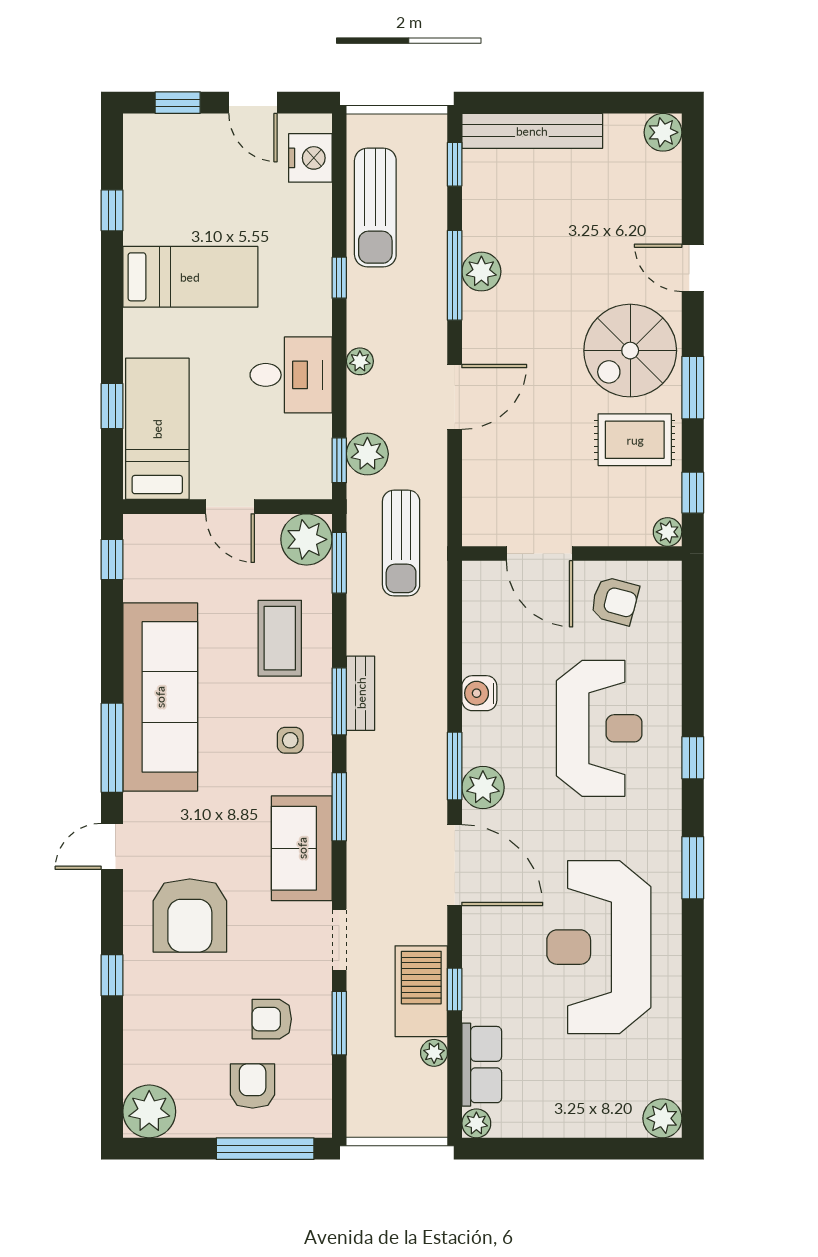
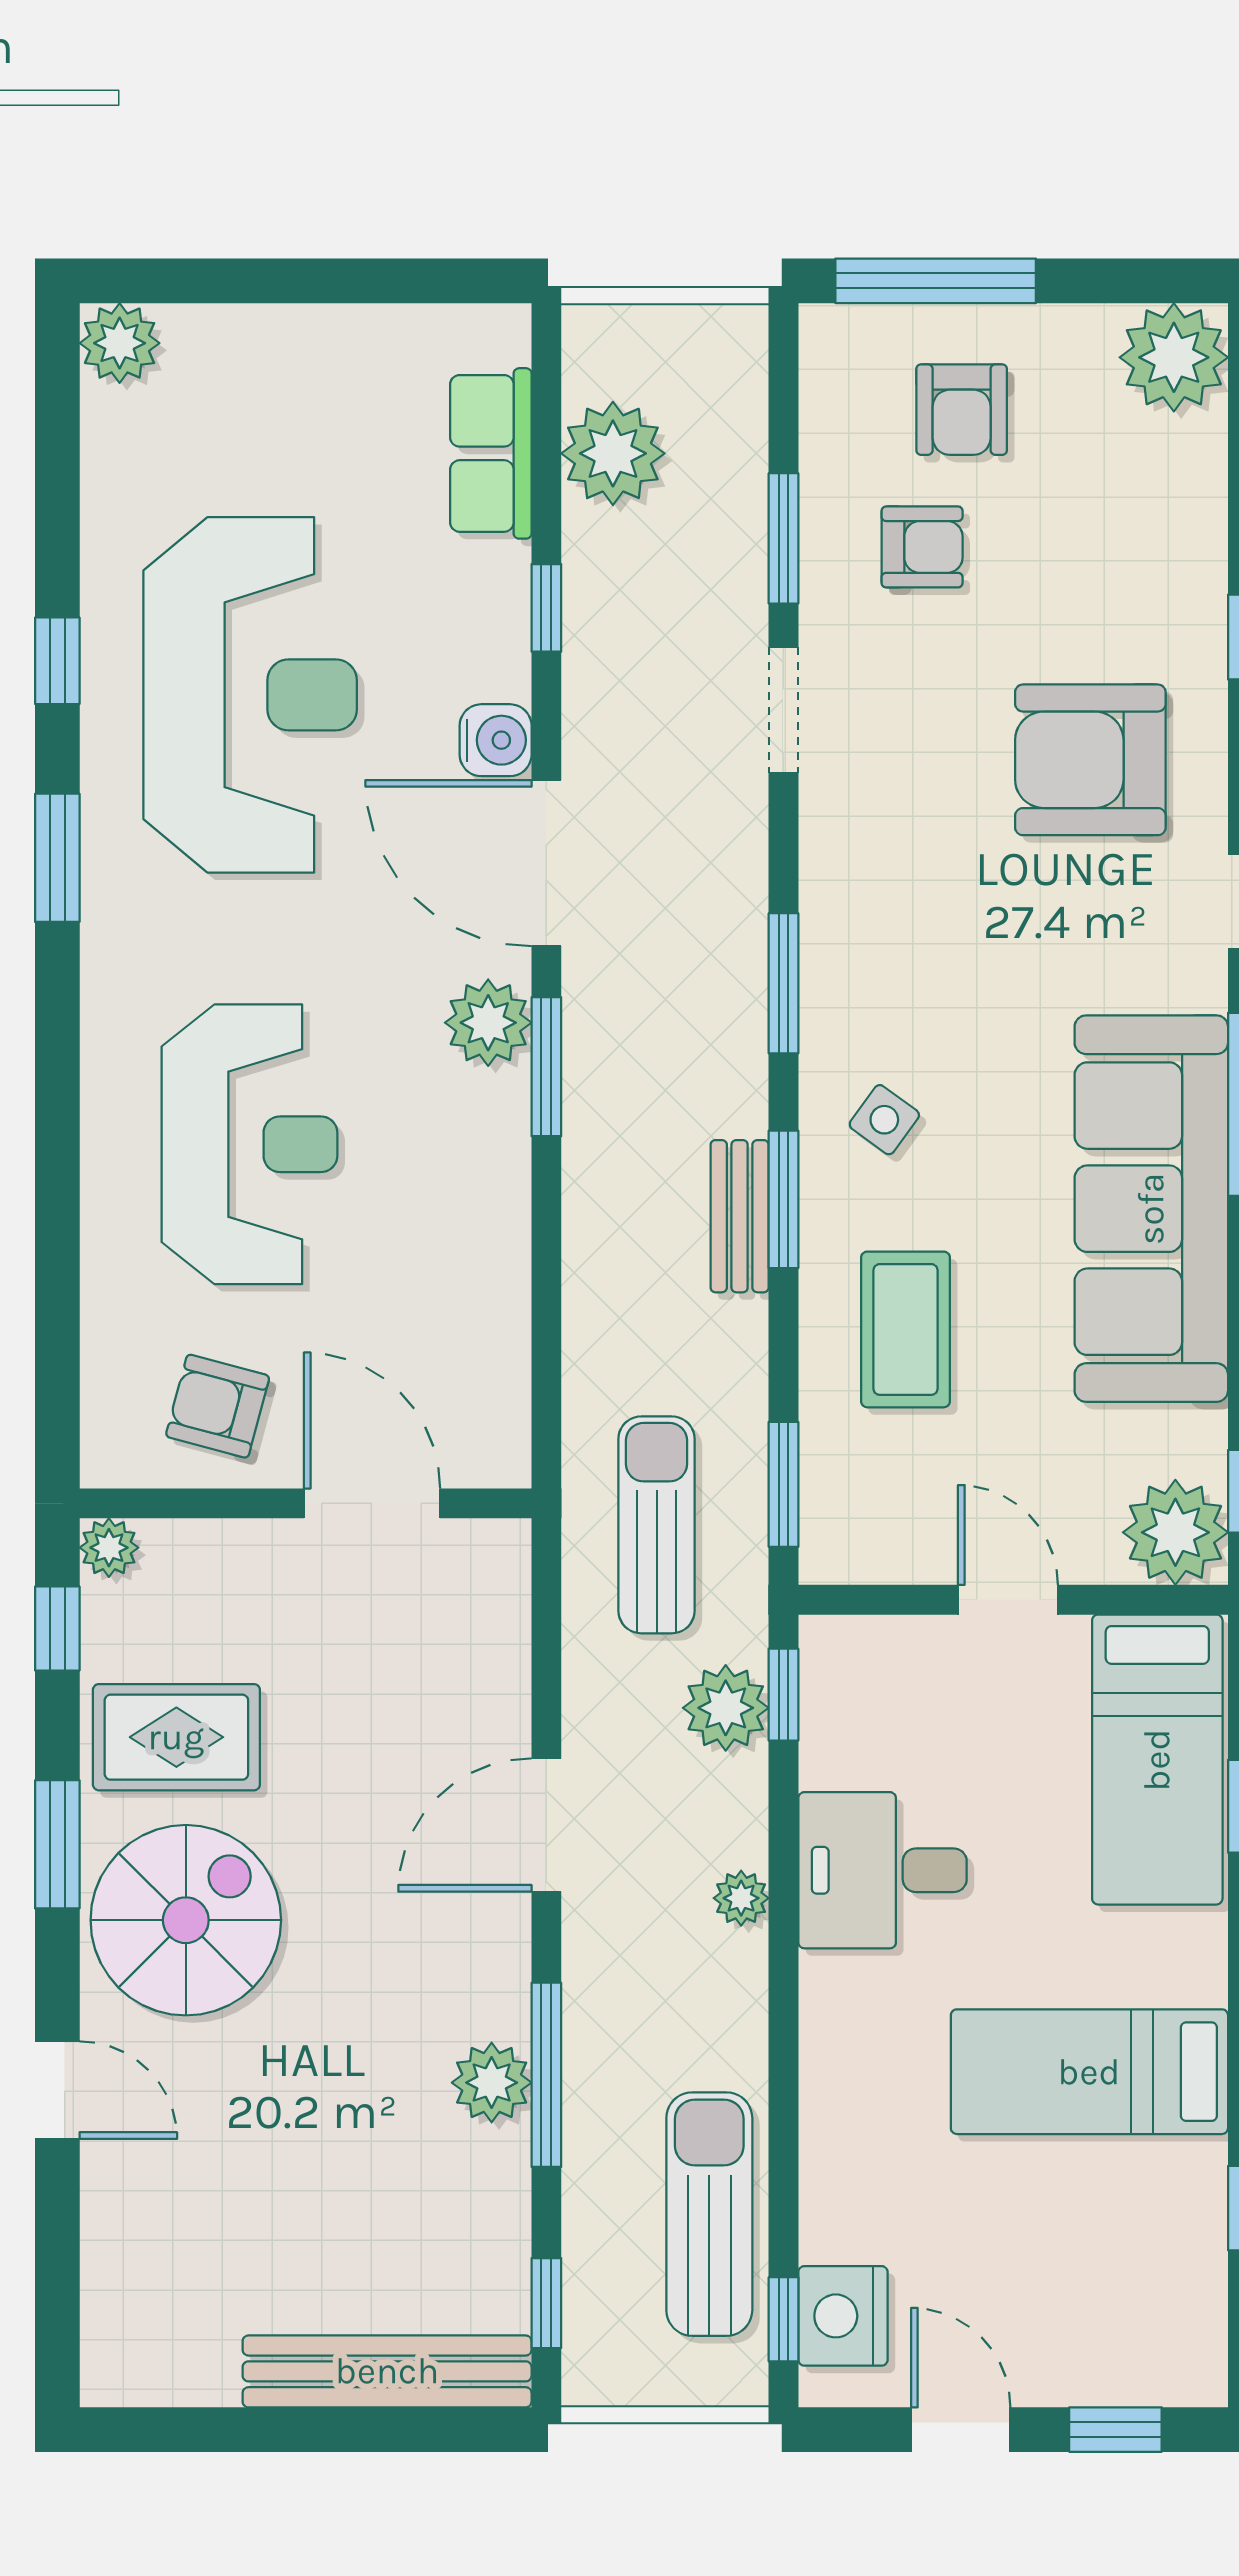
plant: (663, 132) -> (118, 2369), removed
window: (339, 278) -> (783, 2319), moved
plant: (306, 539) -> (1175, 1532), moved
water cooler: (479, 693) -> (496, 740), moved
reception desk: (599, 728) -> (249, 1144), turned 180
side table: (290, 740) -> (884, 1120), turned 36
window: (693, 758) -> (57, 661), moved
sofa: (302, 848) -> (861, 898), removed
armchair: (190, 915) -> (1090, 760), turned -90
barbecue: (421, 991) -> (615, 604), removed
plant: (434, 1053) -> (613, 453), width x1.88, depth x1.88
plant: (476, 1123) -> (502, 333), removed

